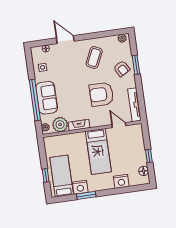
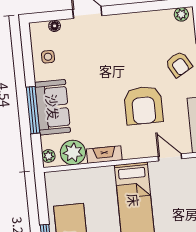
coffee table: (94, 57) -> (134, 44), removed
armchair: (101, 94) -> (143, 105), turned -90
window: (35, 100) -> (33, 110), width x0.68

